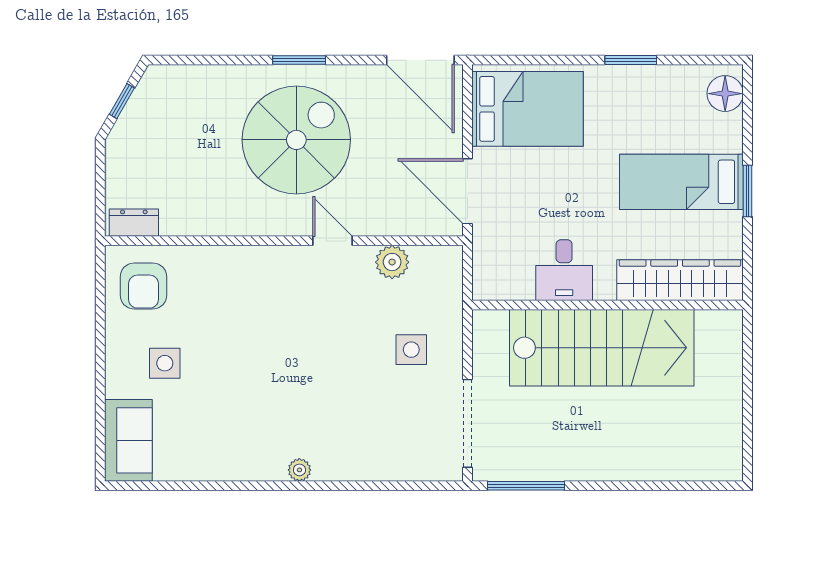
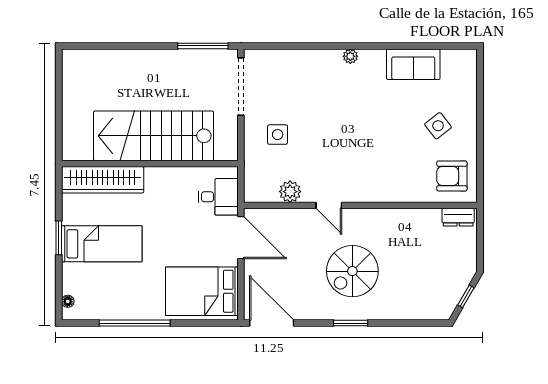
window: (631, 60) -> (135, 323), width x2.11
floor lamp: (725, 94) -> (68, 301), width x0.53, depth x0.53
spiral stairs: (296, 140) -> (352, 271), width x0.73, depth x0.73
desk: (564, 270) -> (218, 197), moved, turned 90
armchair: (143, 286) -> (452, 176), turned -90
side table: (165, 363) -> (438, 126), turned -38
sofa: (128, 440) -> (413, 64), moved, turned -90

